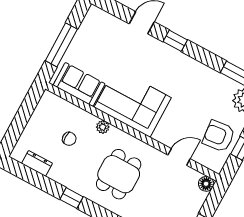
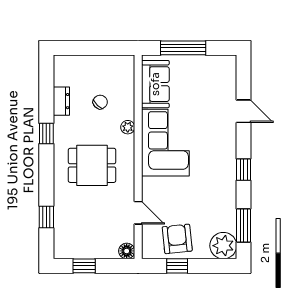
window: (175, 41) -> (244, 170), moved
chair: (69, 139) -> (100, 102), turned -135
dresser: (37, 163) -> (61, 101), moved

